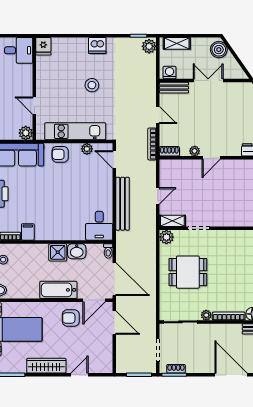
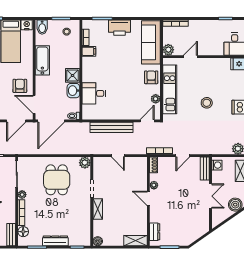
shelving: (172, 221) -> (98, 209), moved
desk: (99, 226) -> (94, 93), moved
bathtub: (58, 290) -> (42, 60), moved

